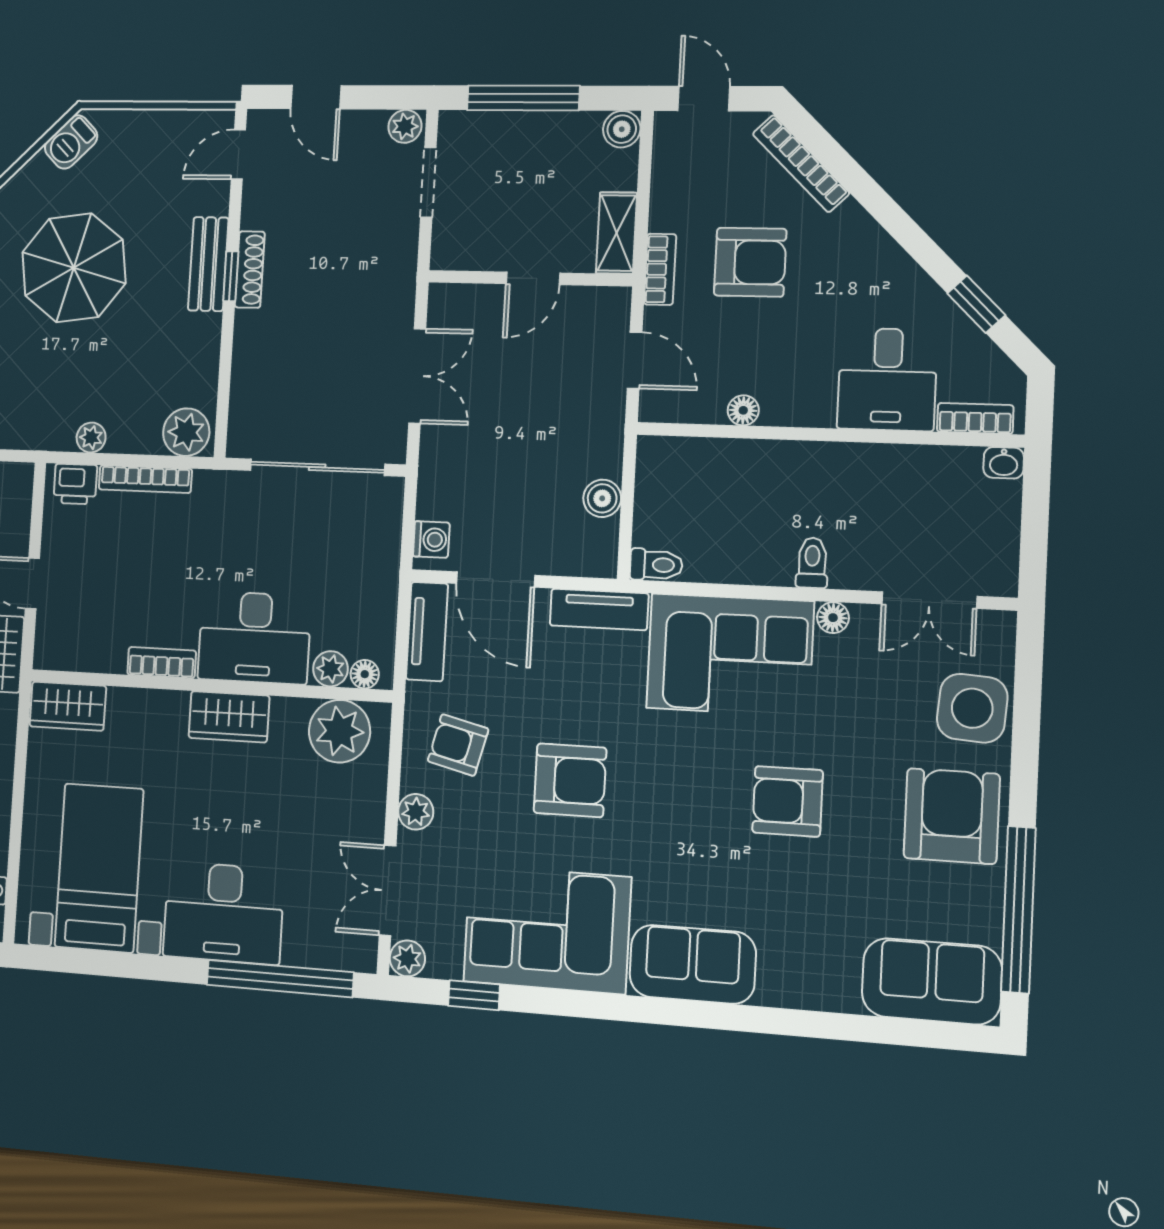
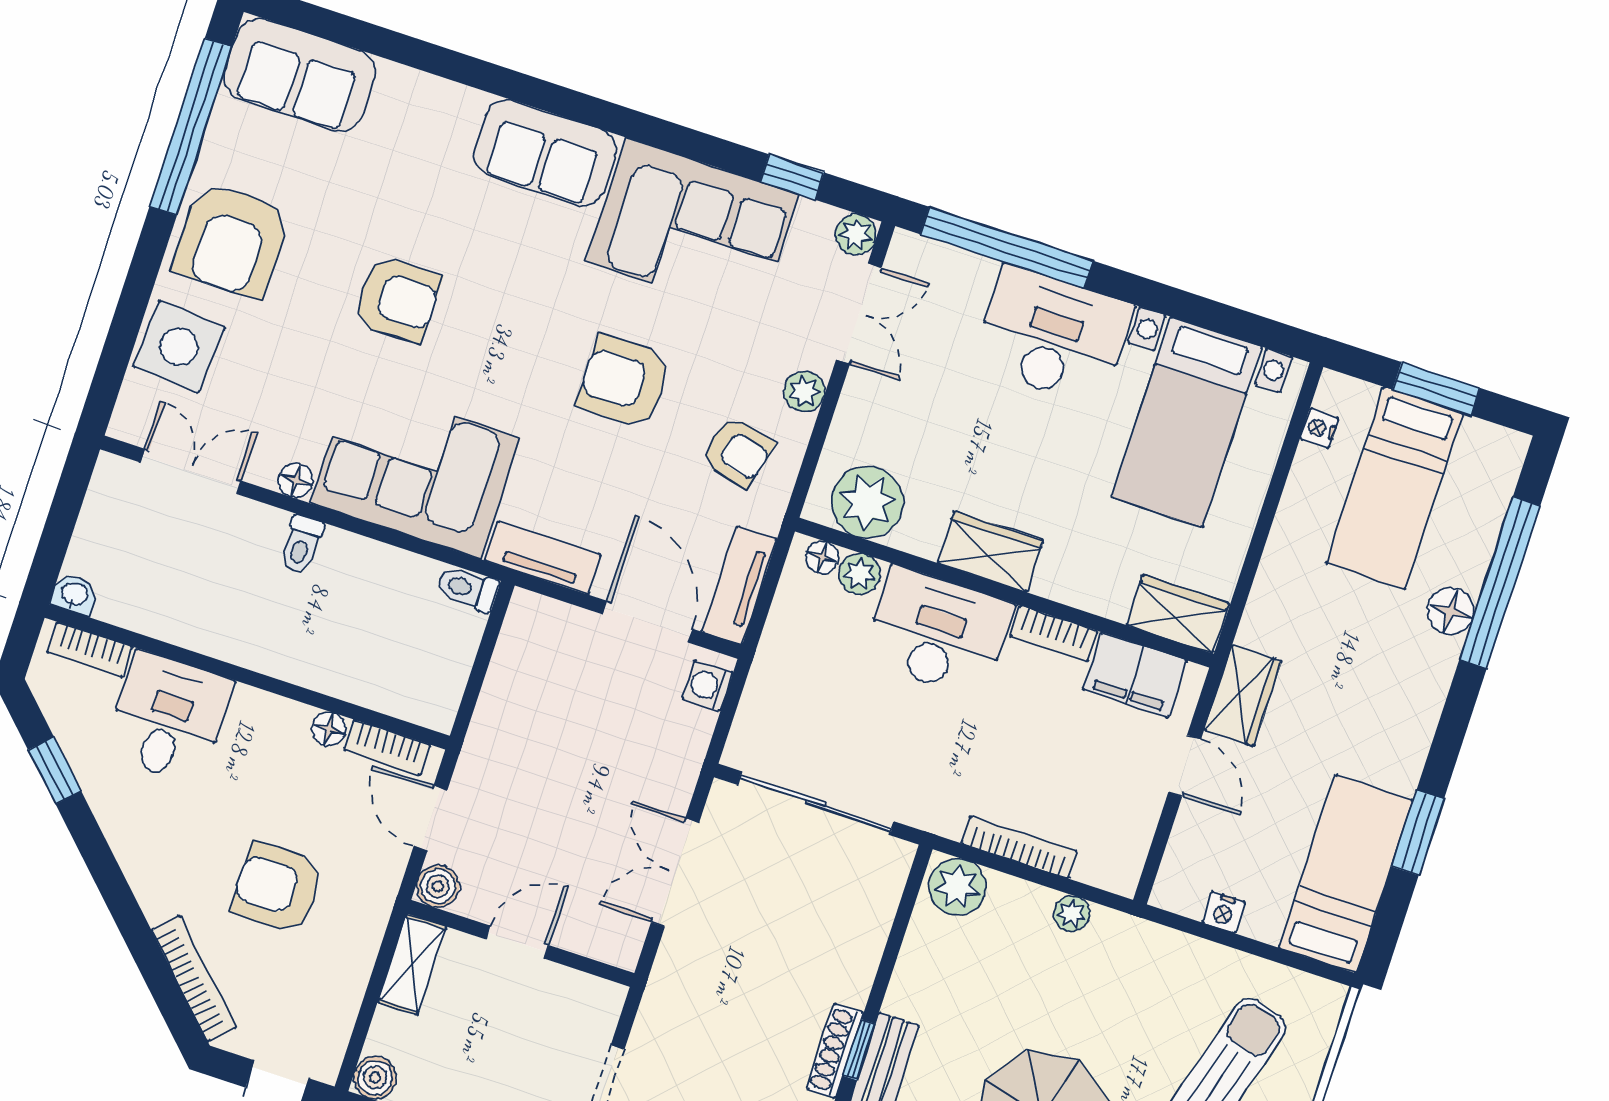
bookcase: (660, 269) -> (387, 747), moved, turned -90
printer: (75, 484) -> (1104, 866), removed
boiler: (602, 498) -> (438, 886), moved
filing cabinet: (89, 647) -> (1135, 675), added

